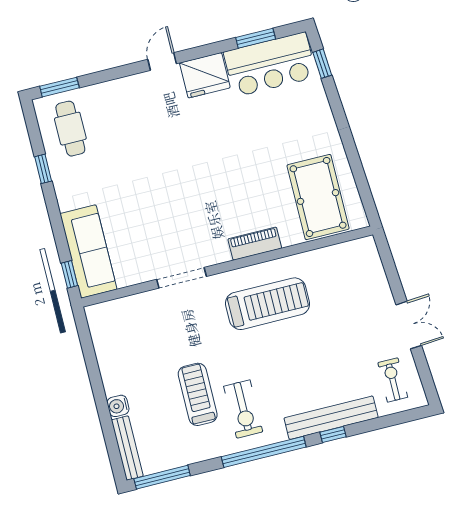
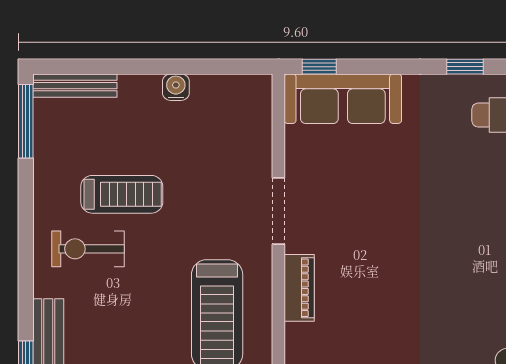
piano: (255, 244) -> (299, 288), moved
water cooler: (118, 406) -> (176, 87), moved
window: (264, 452) -> (26, 262), removed

